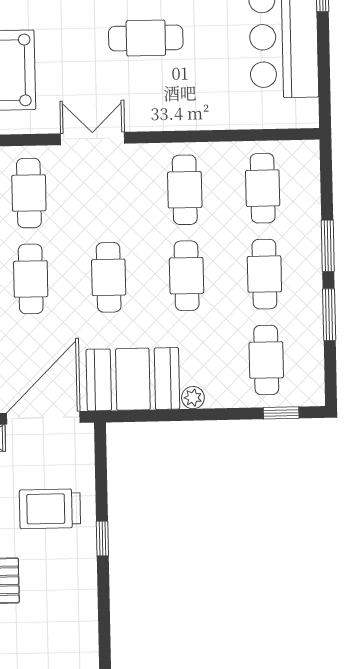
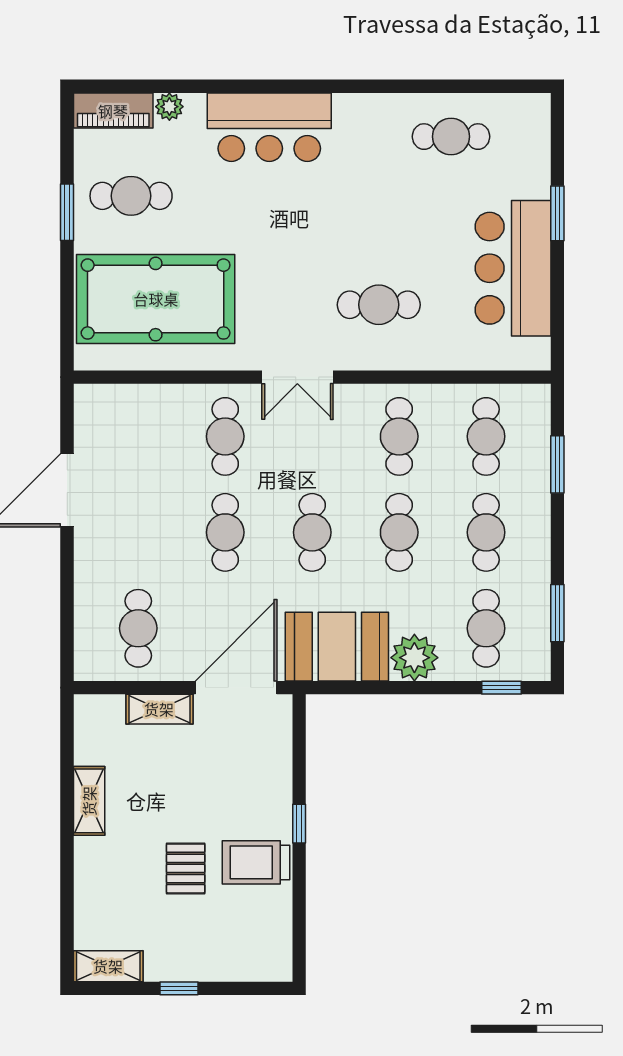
cafe table: (146, 38) -> (379, 305), moved
double door: (93, 139) -> (297, 377), swing flipped
window: (328, 246) -> (557, 464), moved
window: (329, 315) -> (557, 613), moved
plant: (193, 398) -> (414, 658), width x1.88, depth x1.88
trolley: (50, 509) -> (256, 862), moved

